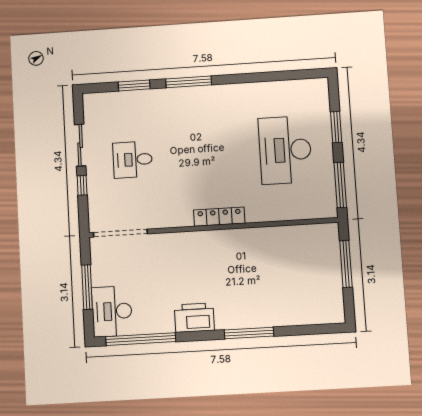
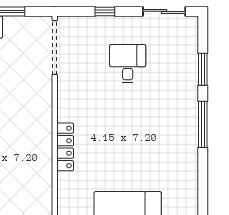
sliding door: (80, 145) -> (164, 11), moved

